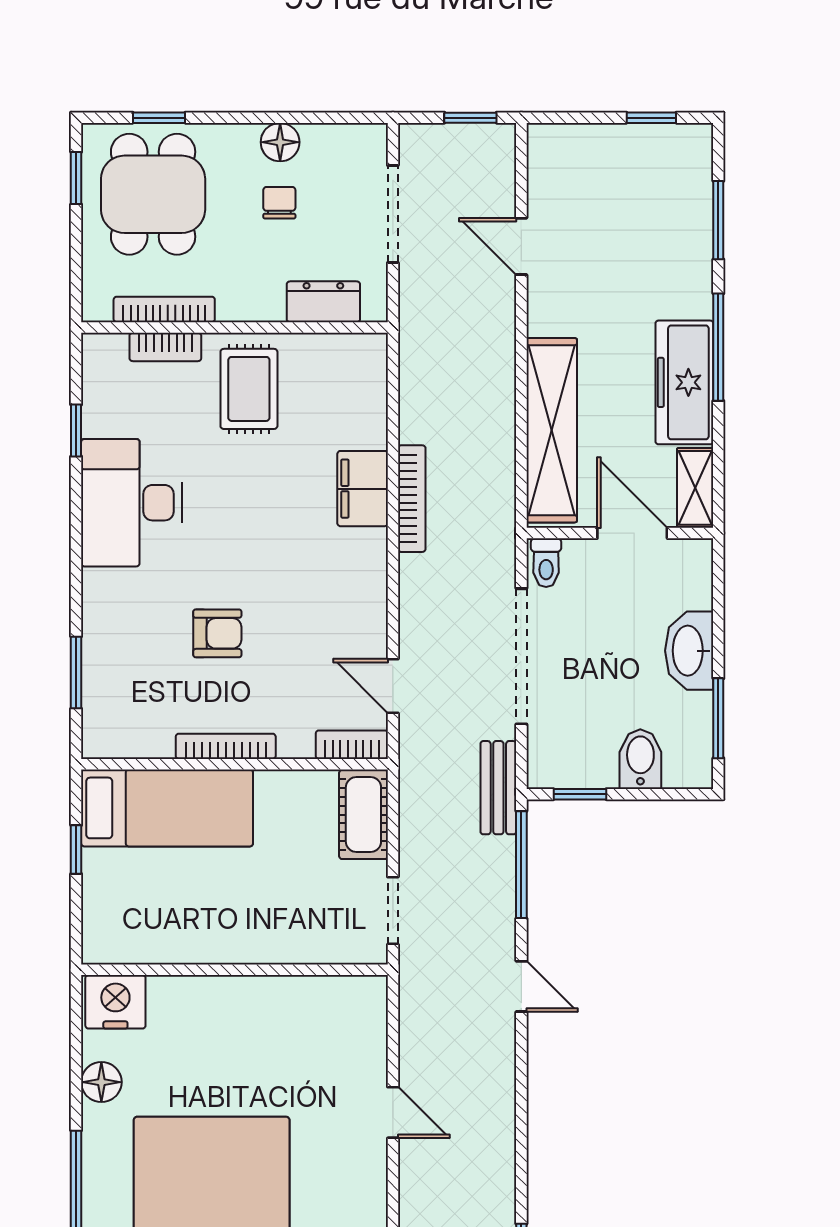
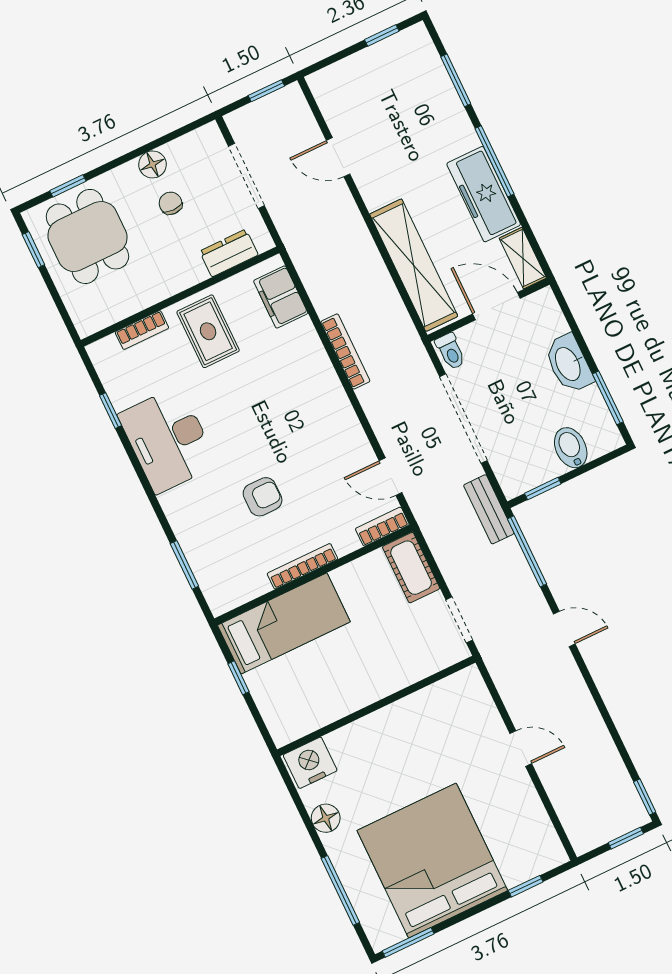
bookcase: (164, 309) -> (130, 306), removed
filing cabinet: (363, 489) -> (281, 297), moved

